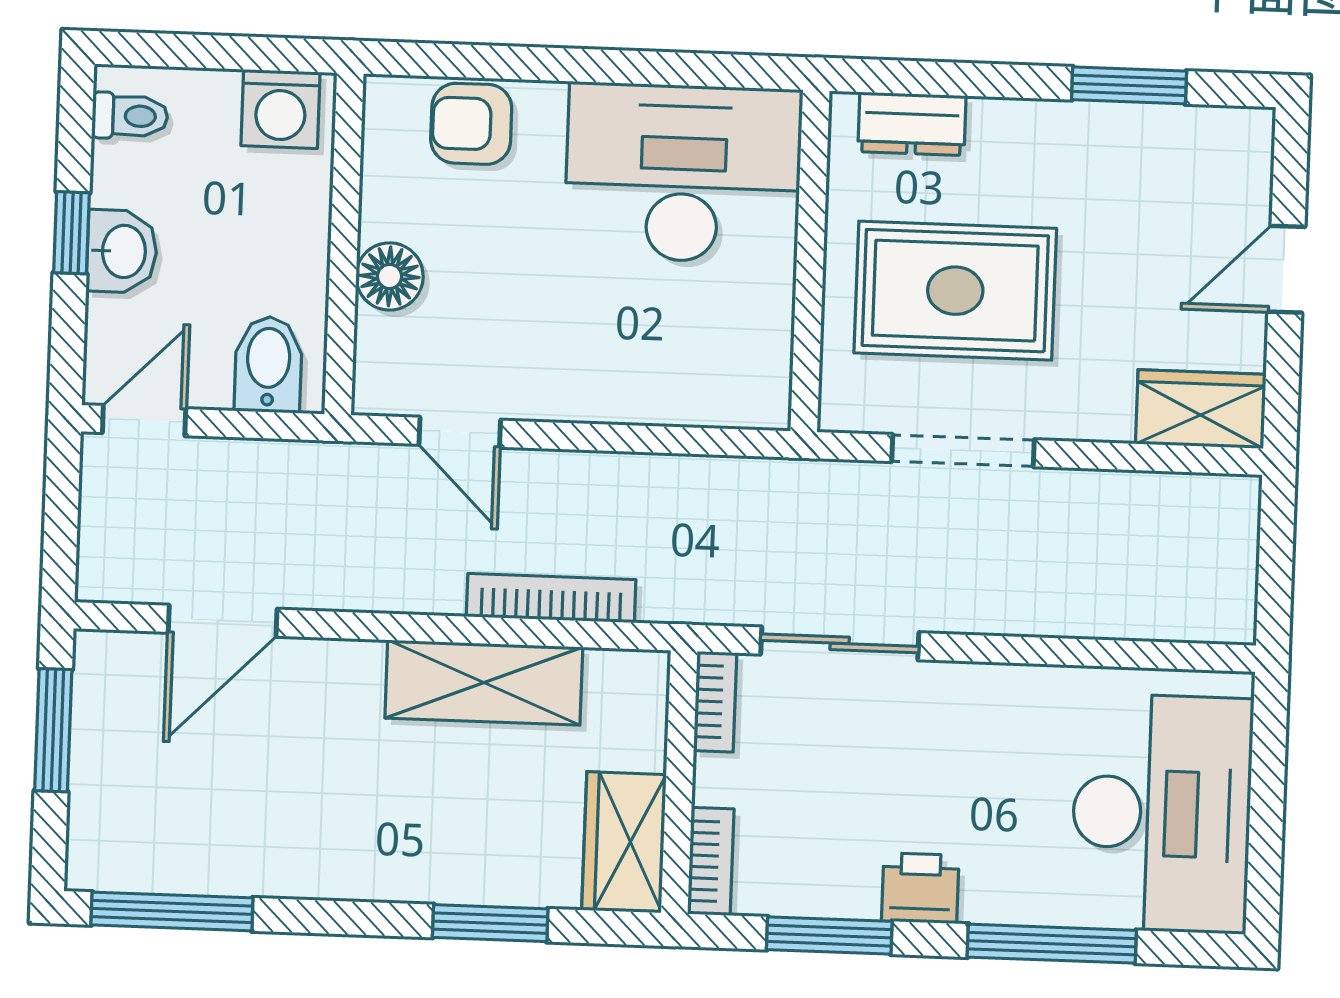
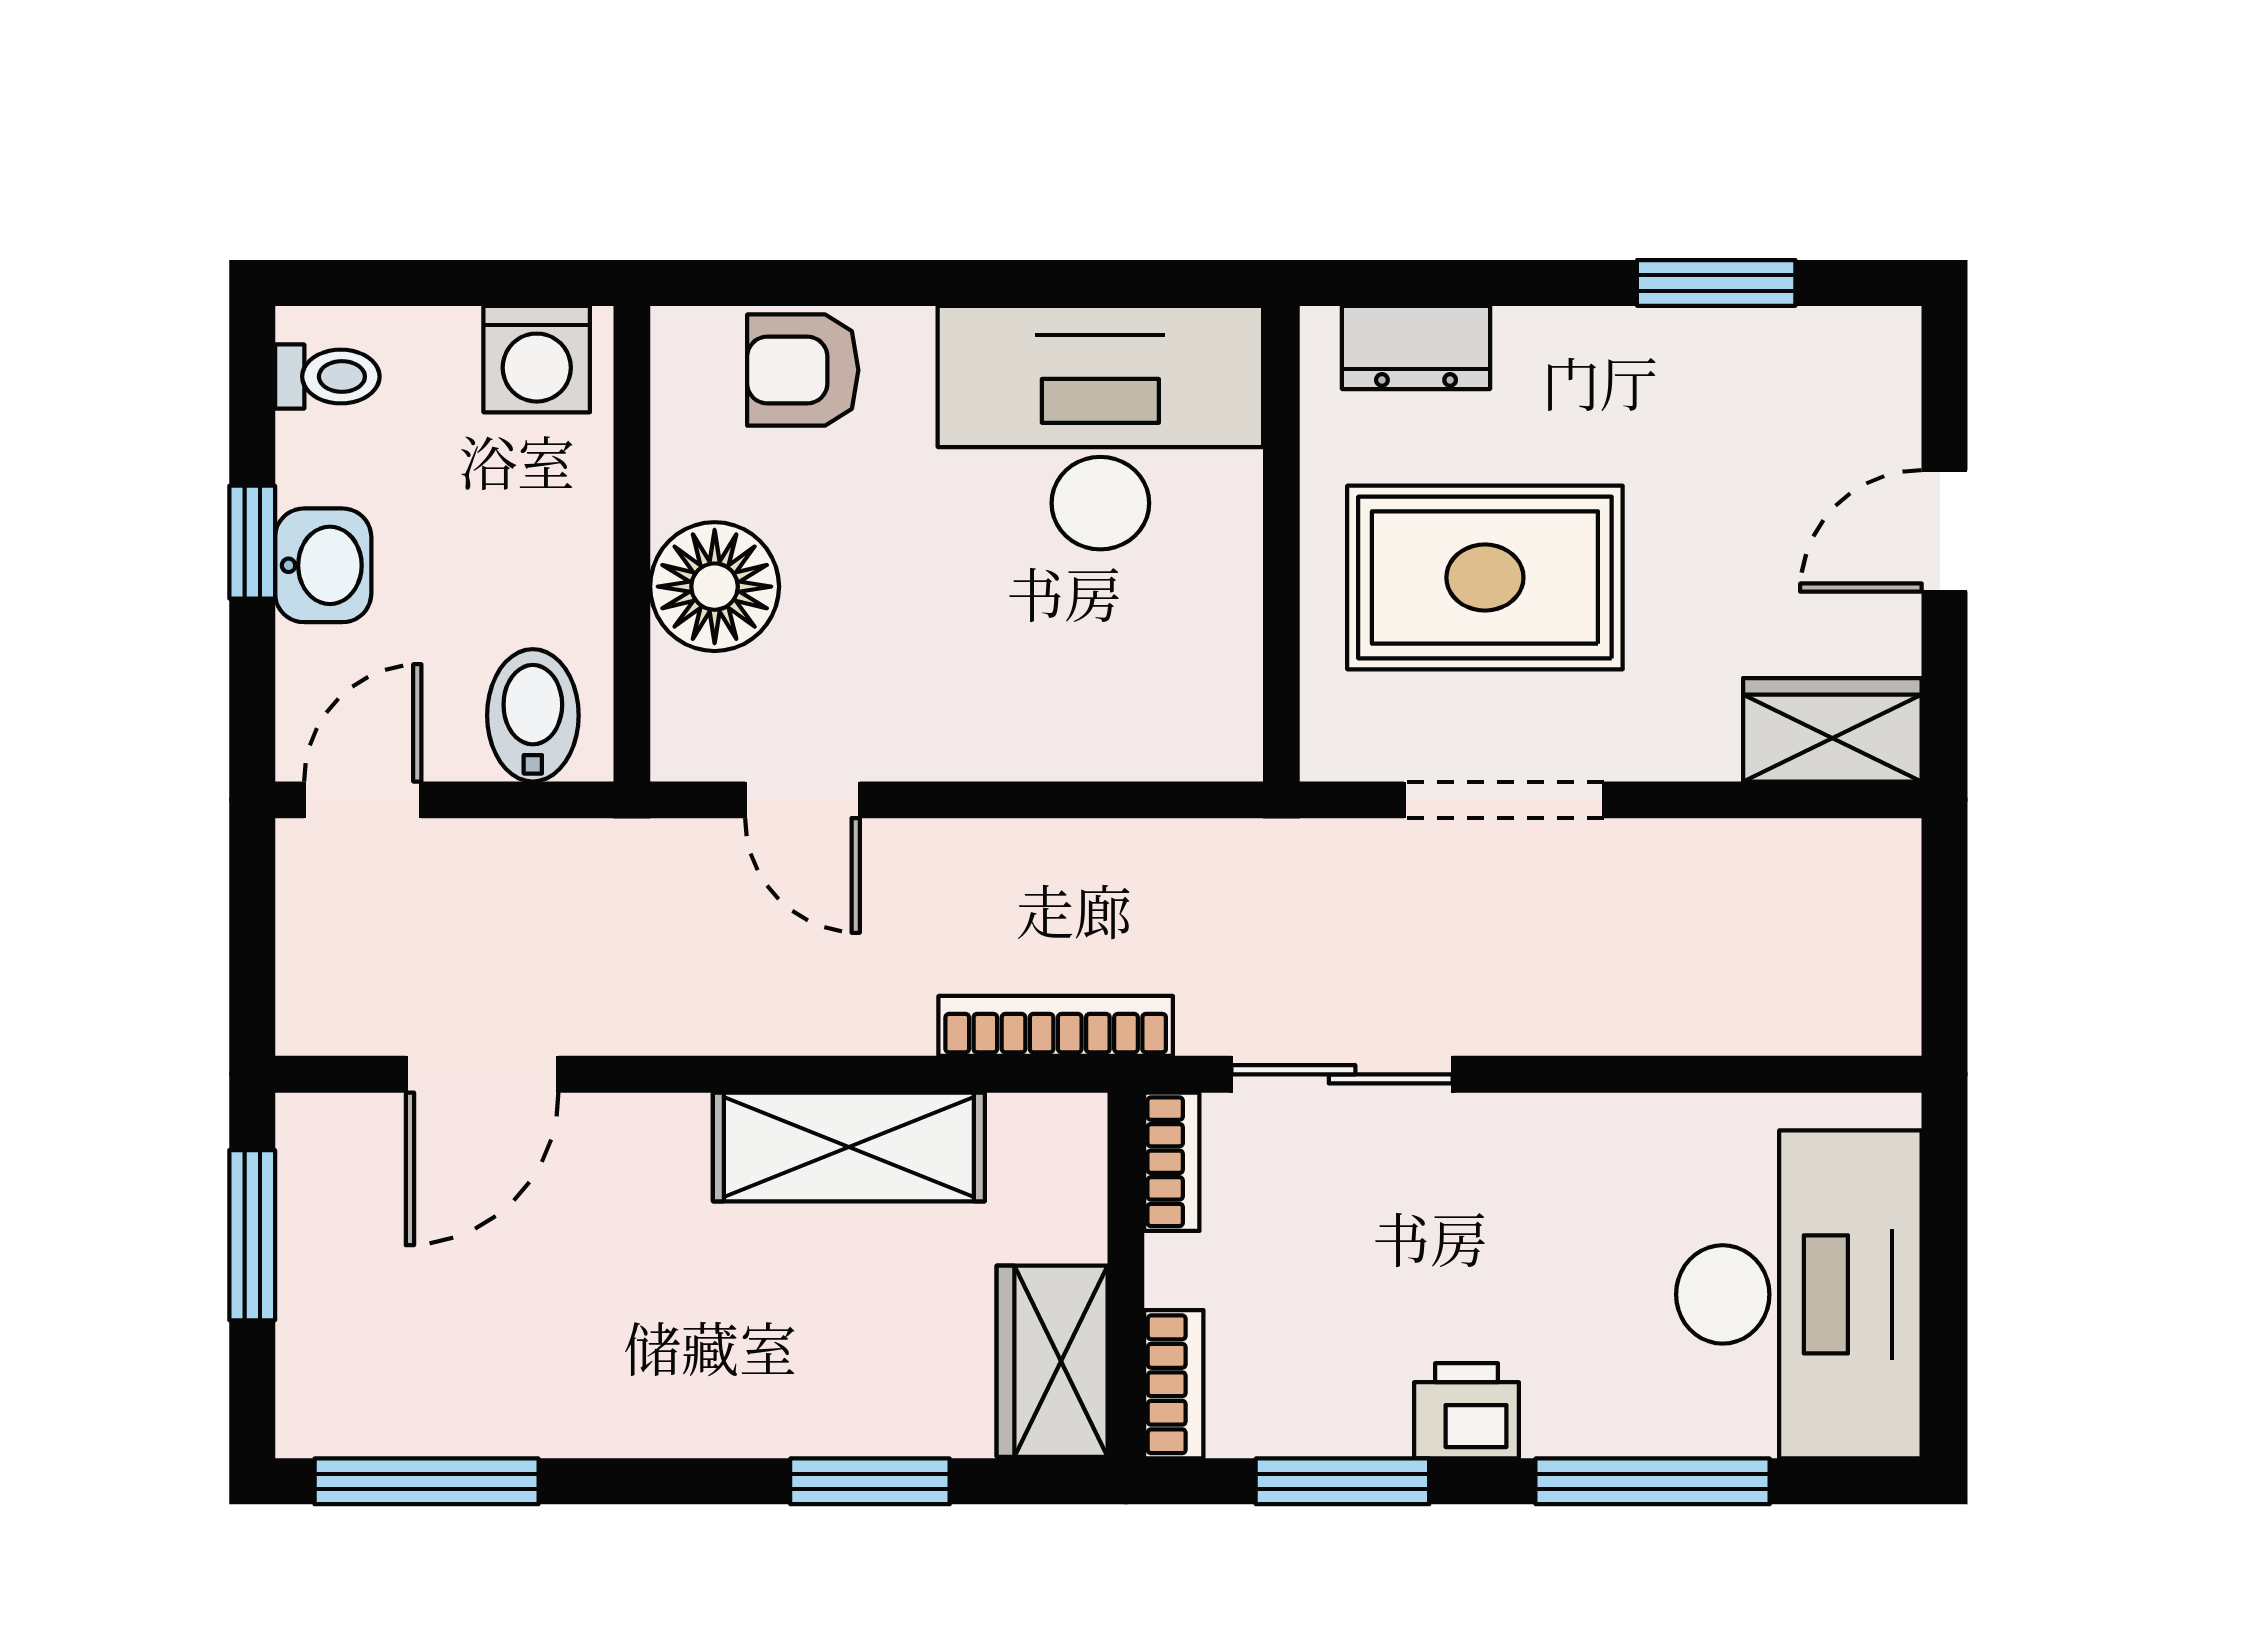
floor lamp: (390, 276) -> (715, 587), width x1.38, depth x1.38
bookcase: (551, 598) -> (1056, 1026), moved

